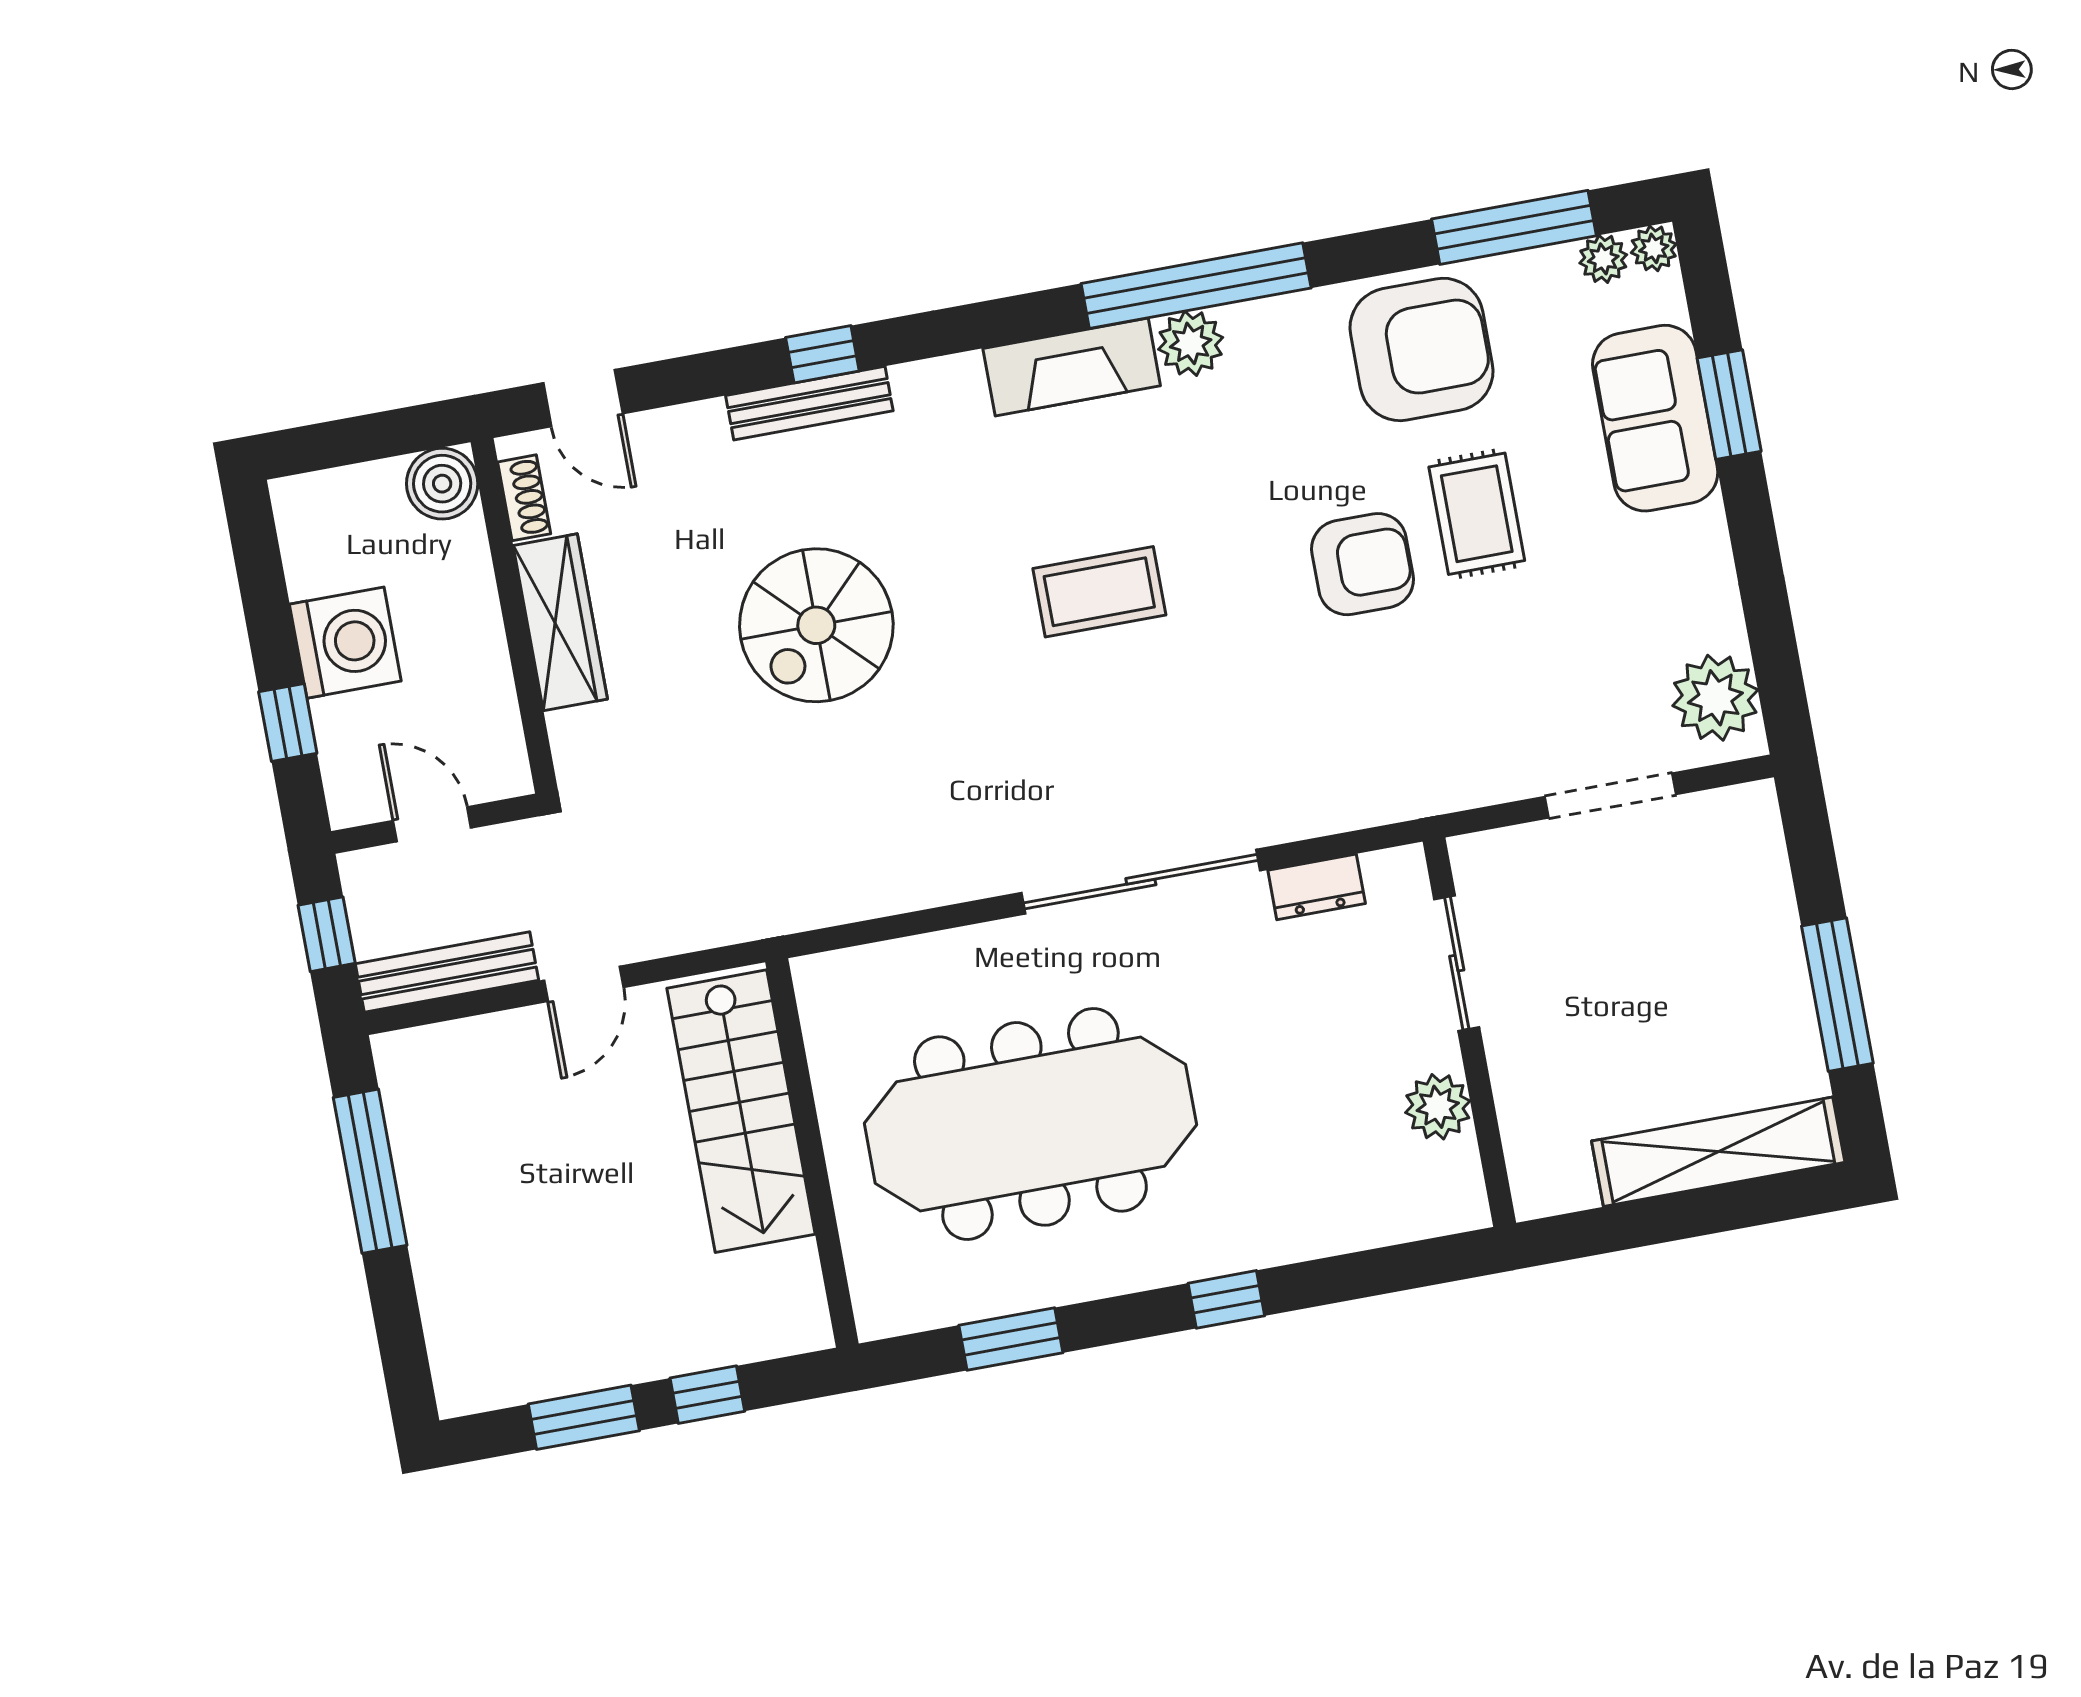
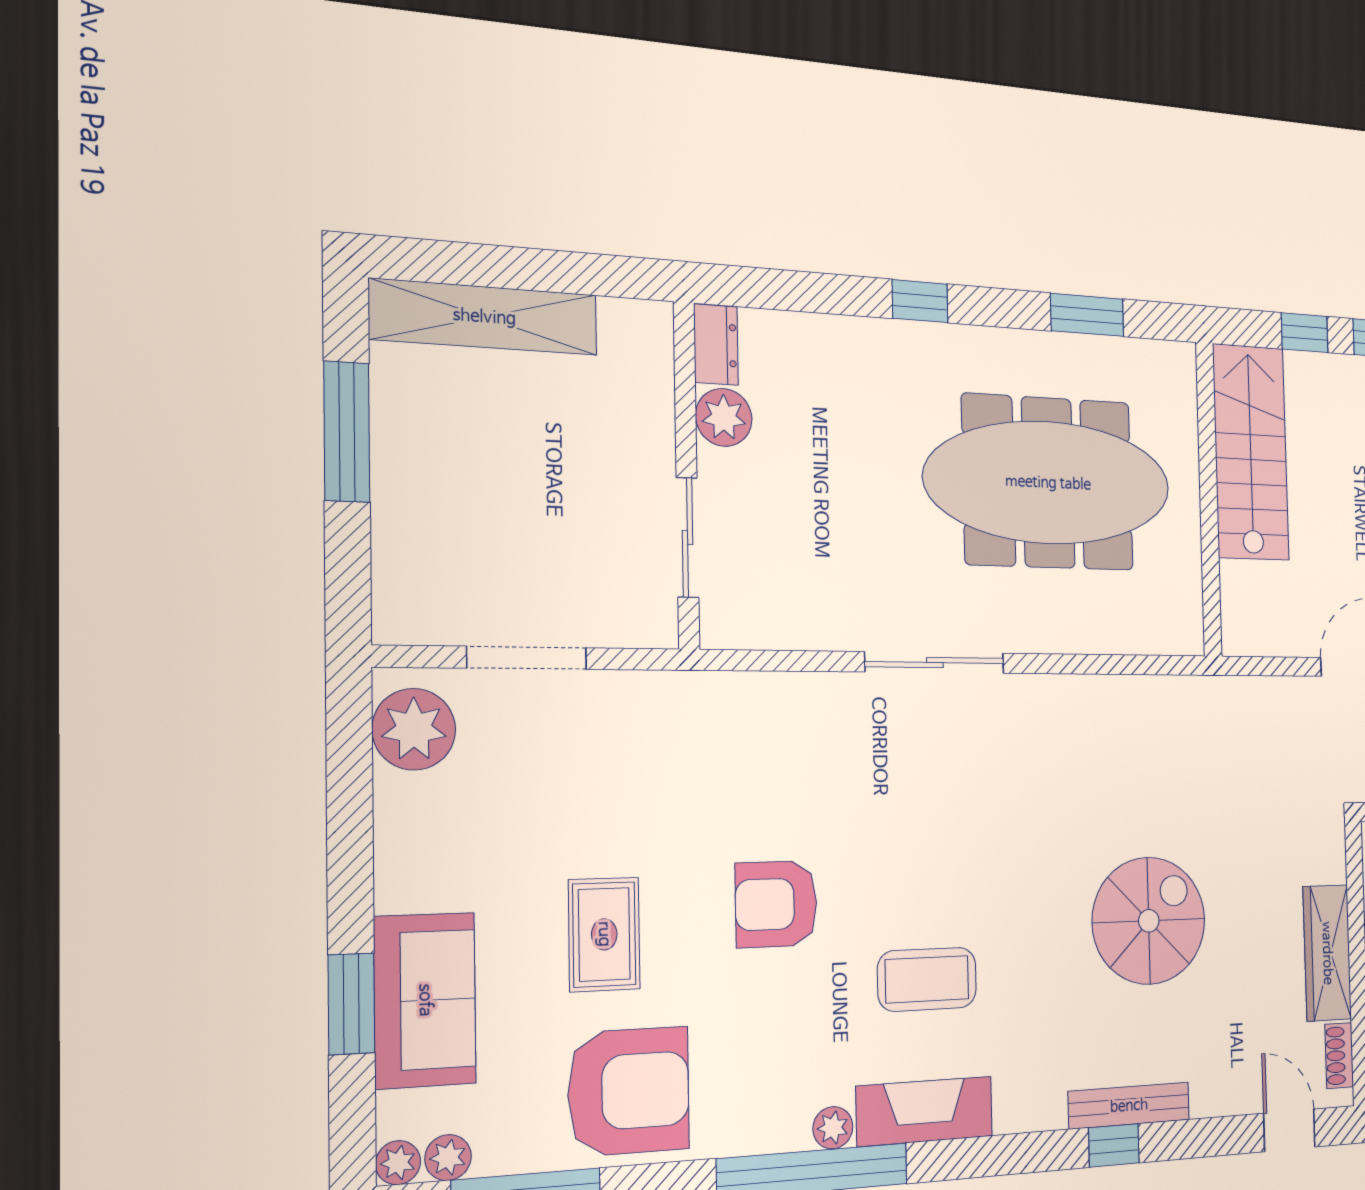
plant: (1191, 343) -> (833, 1128), width x0.73, depth x0.73
armchair: (1421, 349) -> (629, 1091), turned 180
armchair: (1363, 564) -> (776, 904), moved
coffee table: (1099, 592) -> (927, 979), moved
sliding door: (1141, 882) -> (935, 663), width x0.73
dresser: (1317, 887) -> (716, 345), moved, turned 90
stairs: (741, 1111) -> (1251, 452), moved

